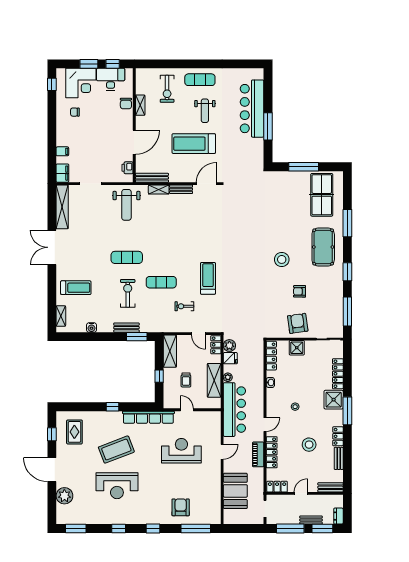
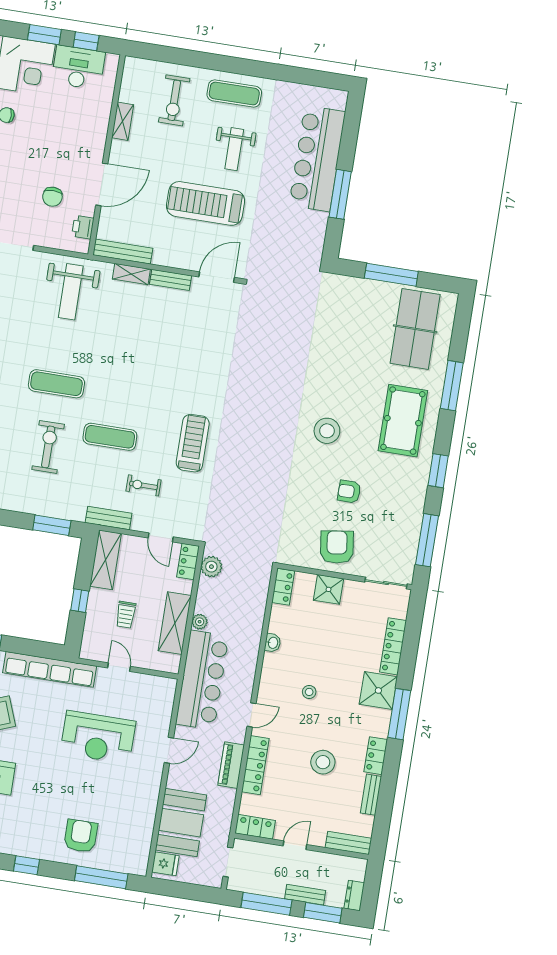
chair: (126, 103) -> (52, 197), moved
bench: (126, 328) -> (109, 518), moved
locker: (271, 356) -> (283, 587), width x0.66
fridge: (230, 358) -> (165, 864), moved
reception desk: (181, 451) -> (98, 737), turned 180

